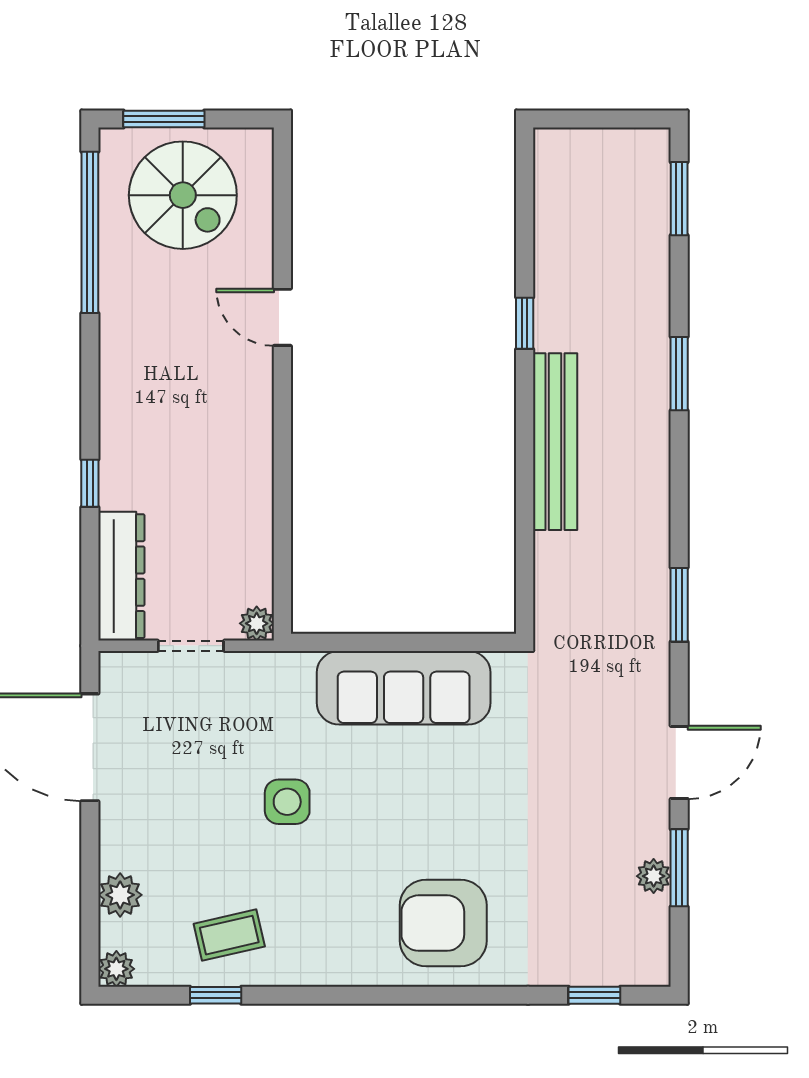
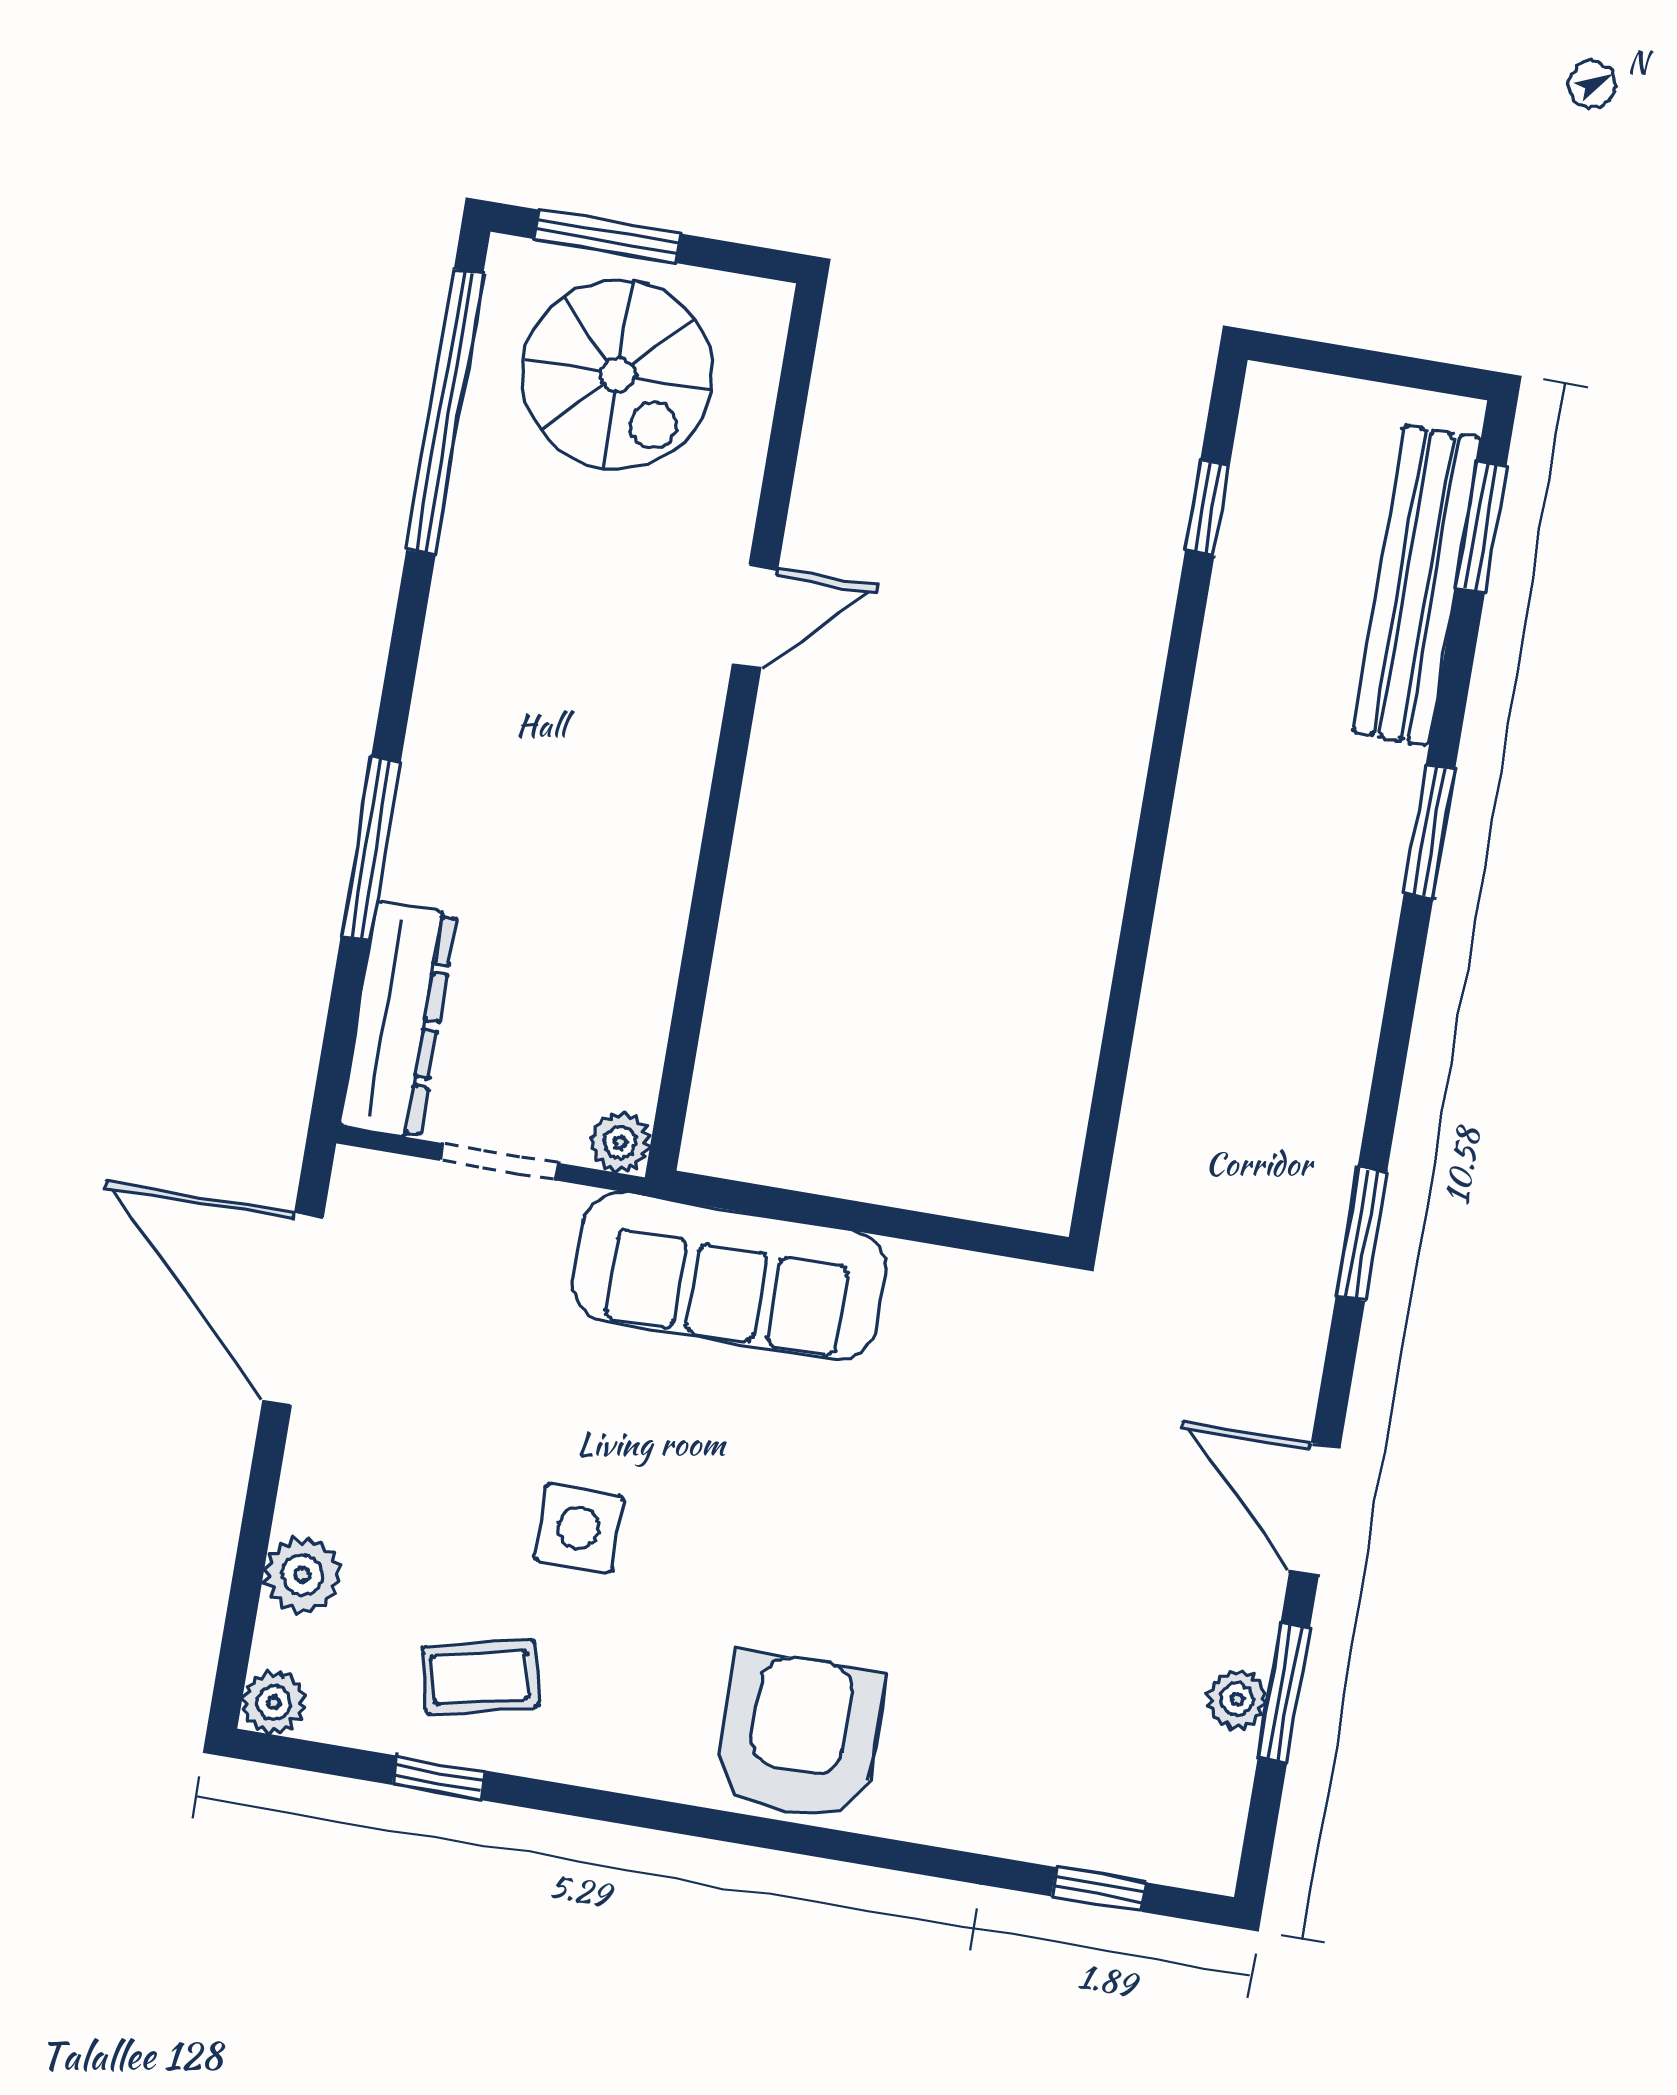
door: (282, 317) -> (755, 617), swing flipped
window: (525, 323) -> (1207, 508), moved
bench: (555, 442) -> (1417, 585), moved
window: (90, 483) -> (371, 849), width x2.17
sofa: (404, 688) -> (730, 1276), moved
door: (679, 762) -> (1315, 1509), swing flipped
side table: (287, 802) -> (579, 1528), moved
armchair: (443, 923) -> (799, 1737), moved, turned 90

